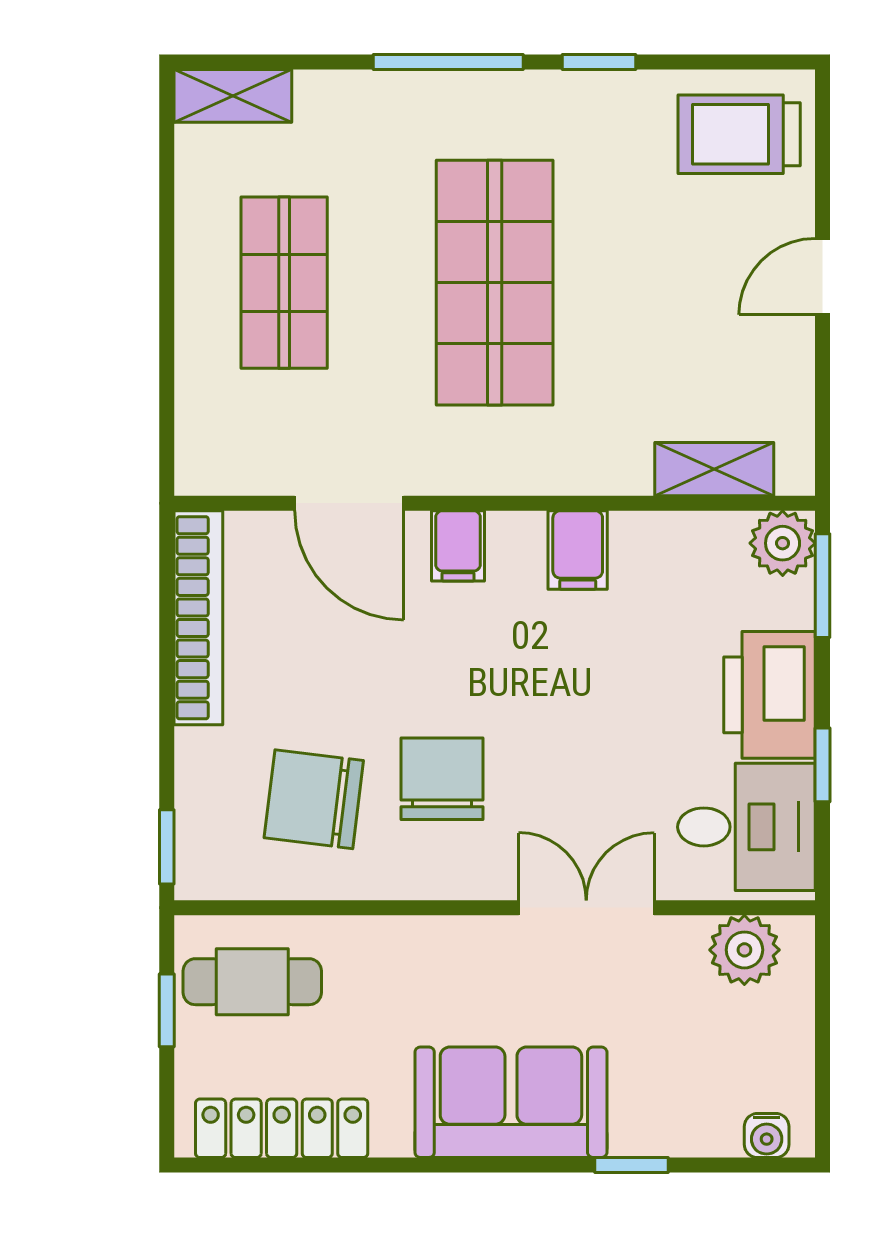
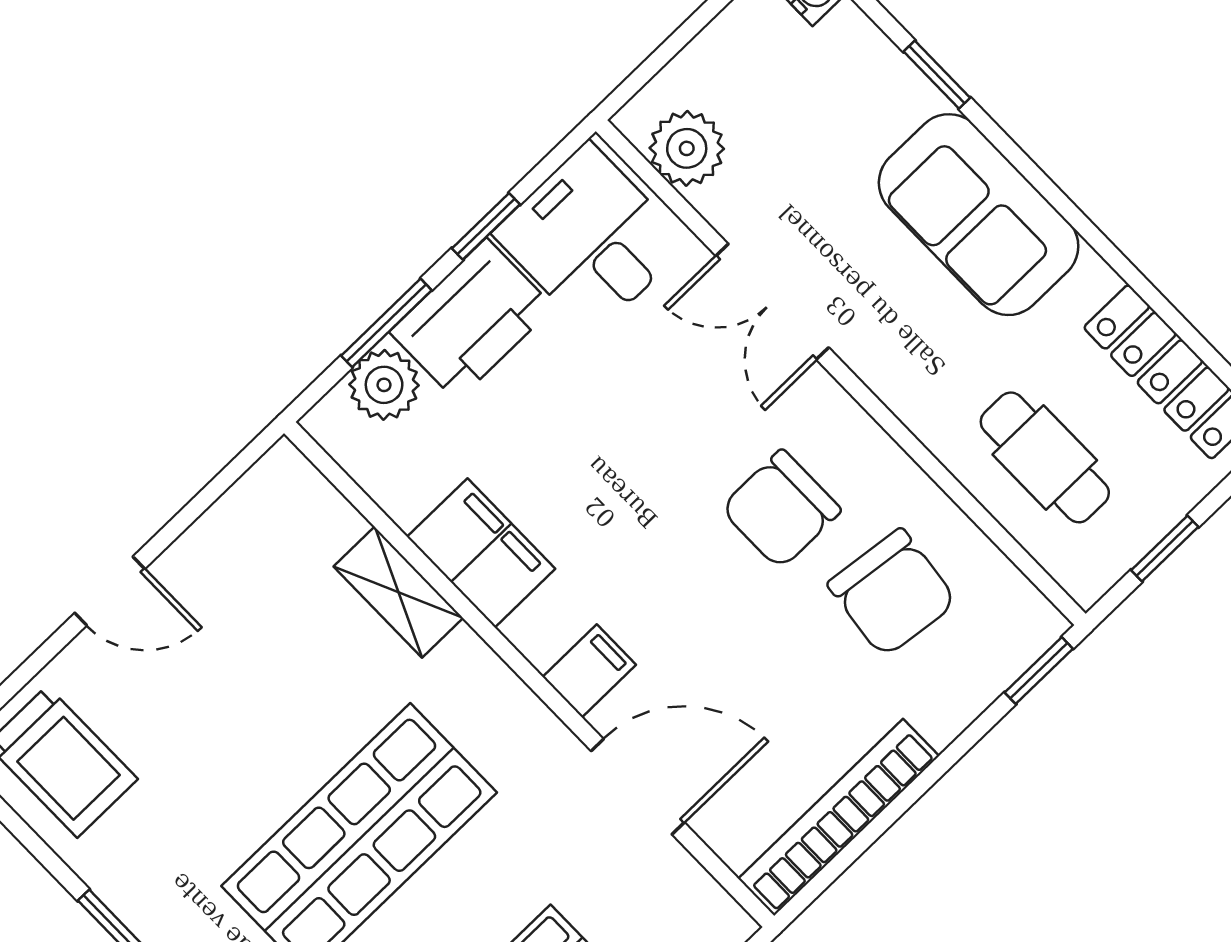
shelving: (714, 469) -> (398, 592), moved
door: (349, 503) -> (638, 787), hinge flipped
plant: (783, 543) -> (384, 385), moved
filing cabinet: (578, 550) -> (481, 553), width x2.00
window: (822, 586) -> (386, 323), moved
cafe table: (252, 982) -> (1045, 457), moved

